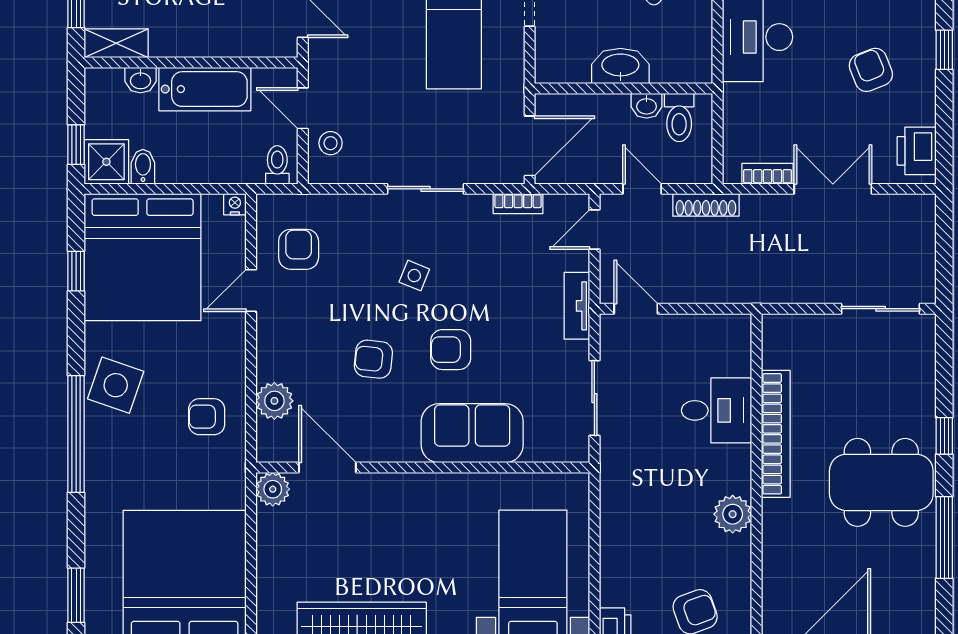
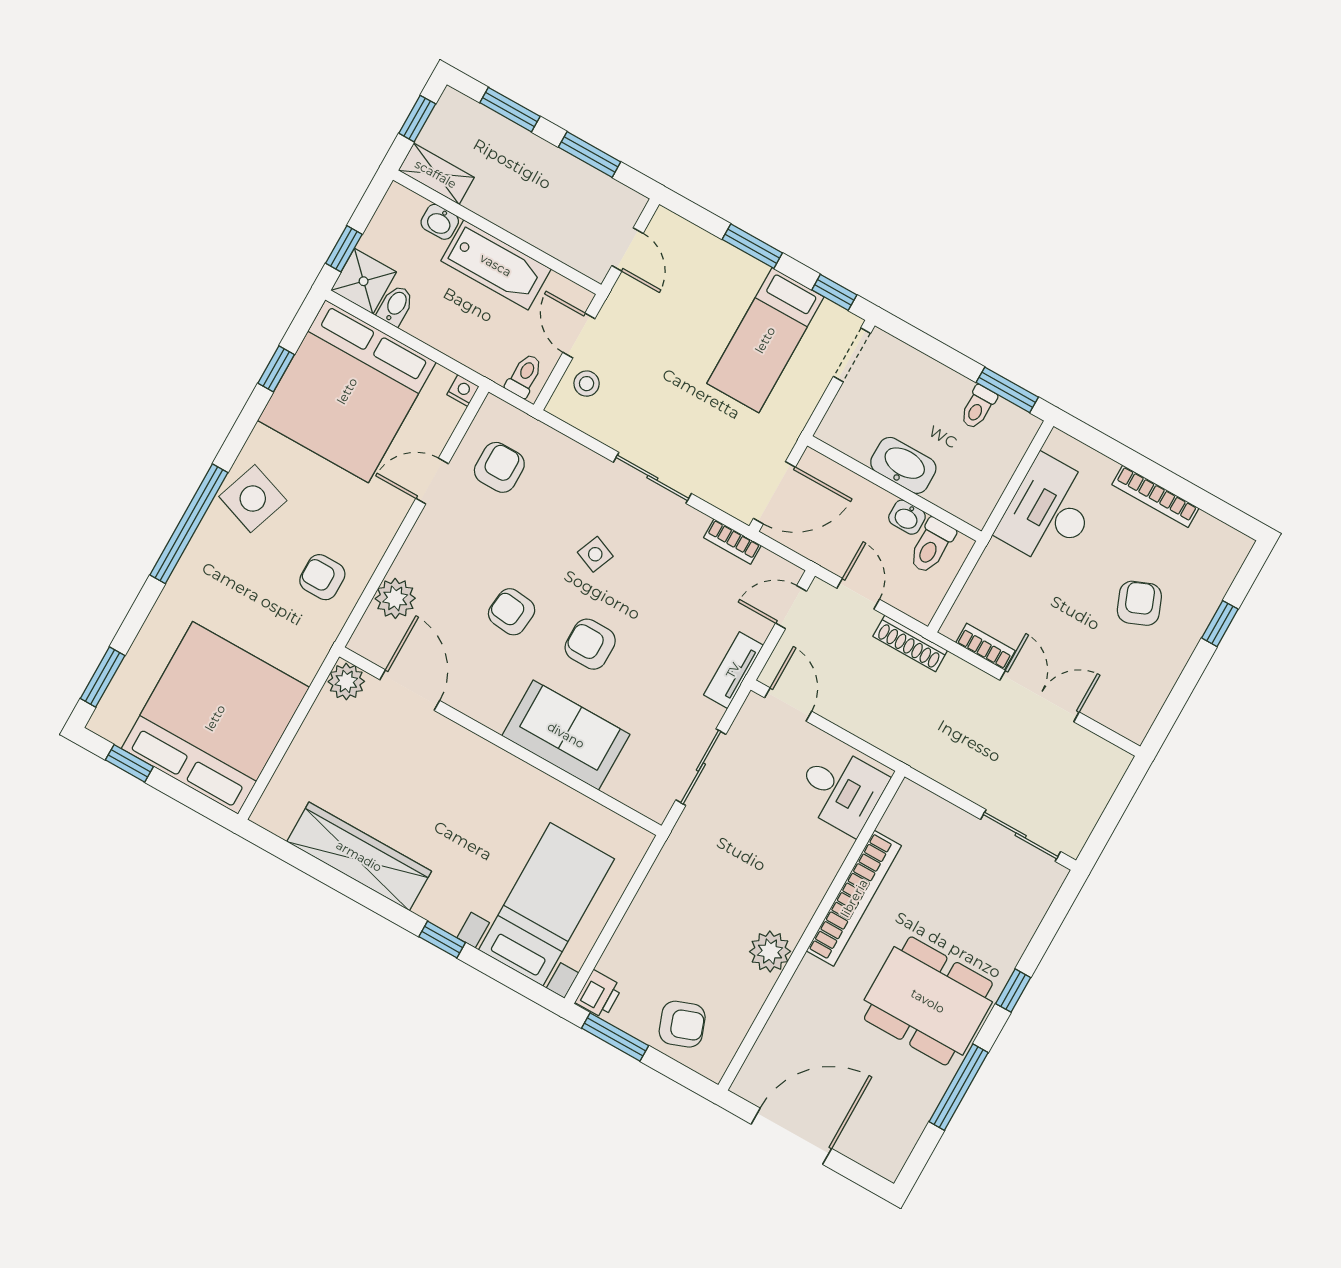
printer: (917, 151) -> (1139, 705), removed
desk: (716, 410) -> (841, 790), moved

